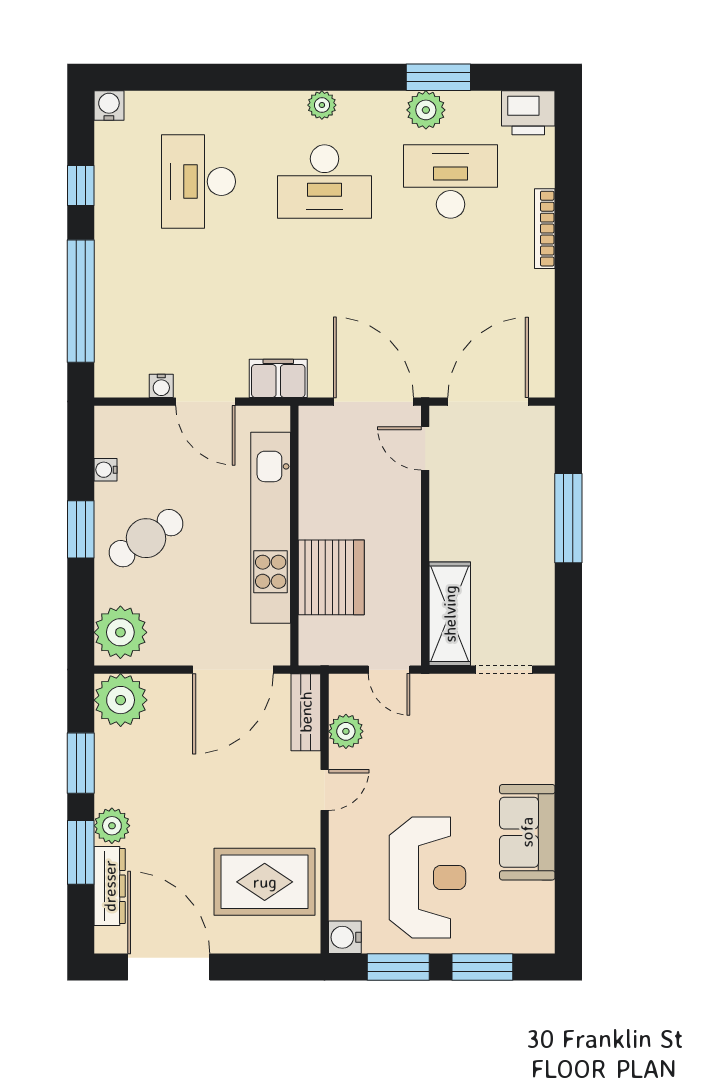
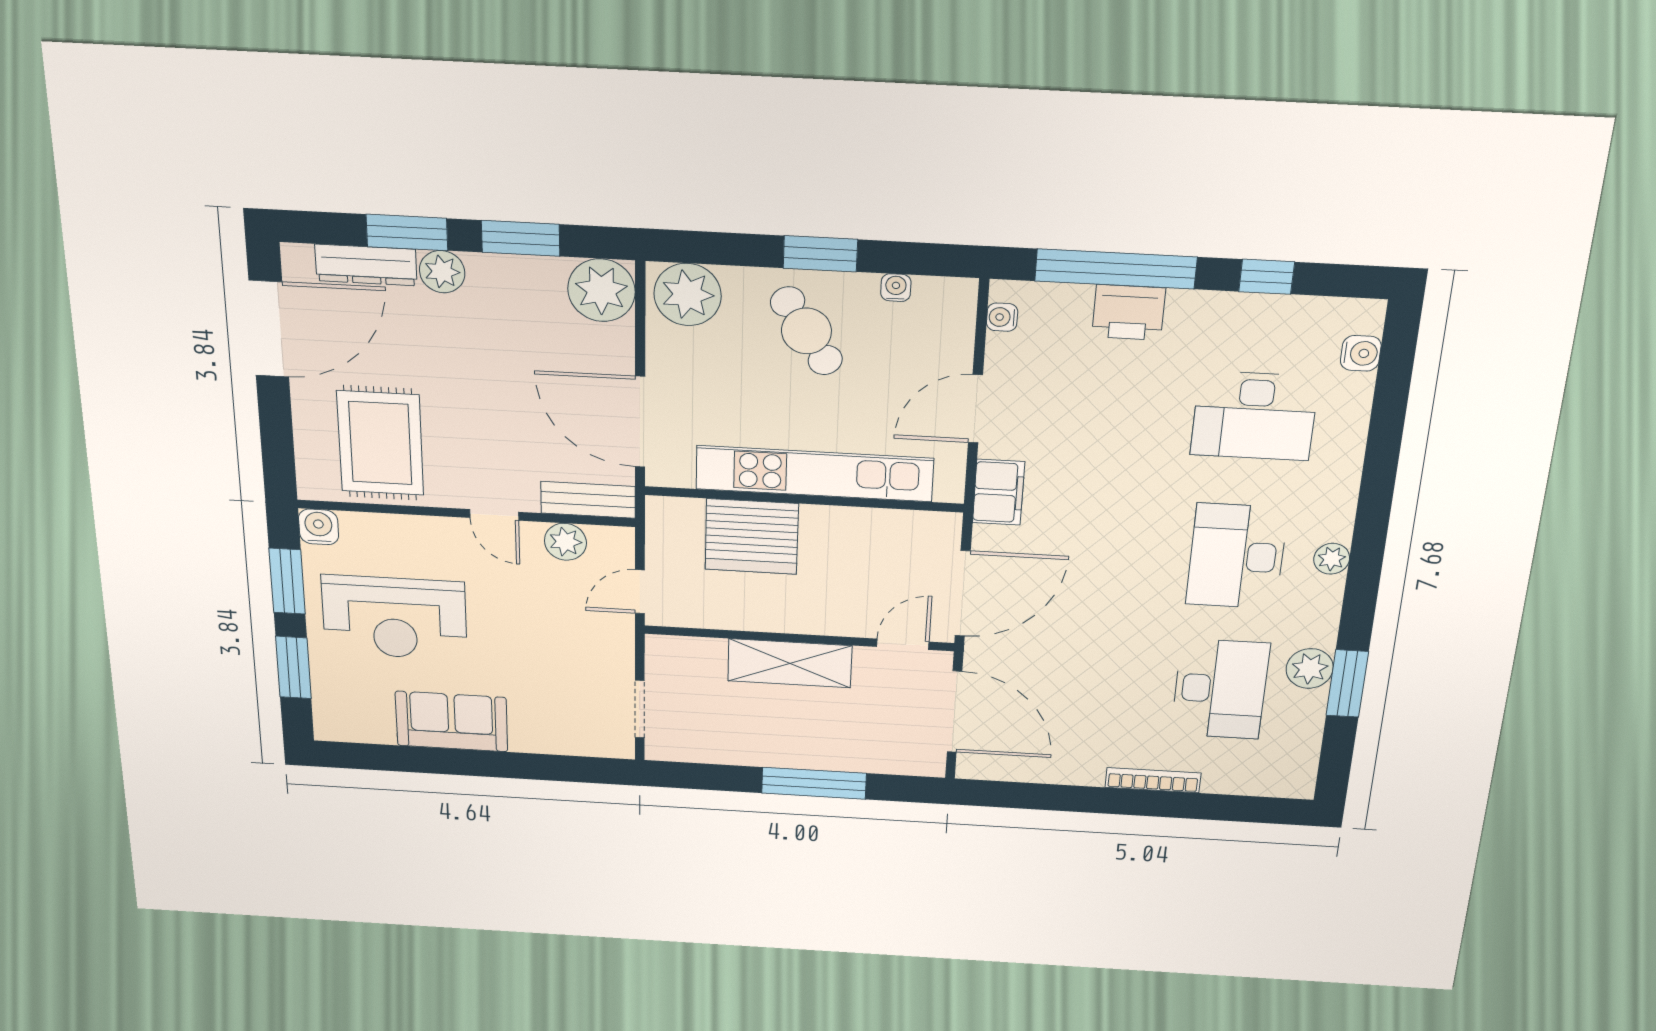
water cooler: (109, 106) -> (1361, 353), moved
printer: (528, 113) -> (1129, 312), moved, turned -90
desk: (199, 182) -> (1254, 416), turned 180
water cooler: (161, 386) -> (1002, 317), moved
shelving: (450, 614) -> (790, 663), moved

